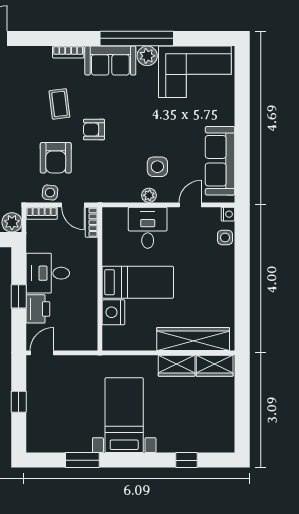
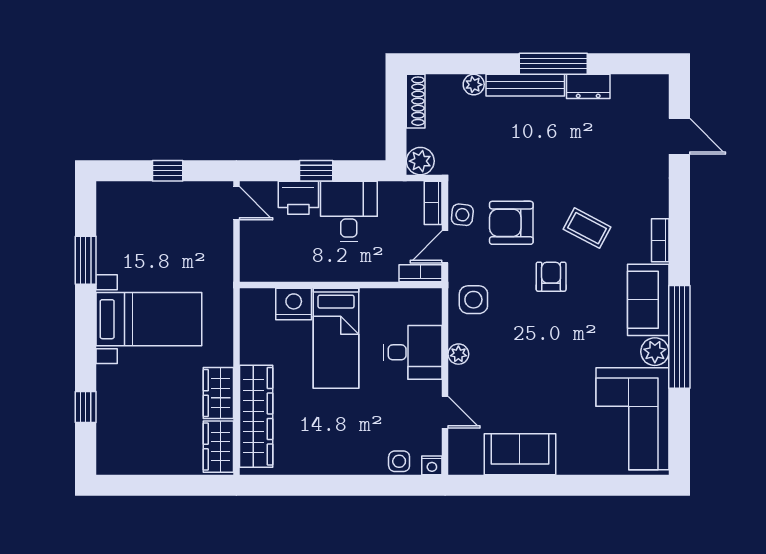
coffee table: (59, 104) -> (587, 228), turned 35
sofa: (220, 161) -> (520, 454), width x0.73
side table: (157, 167) -> (473, 300), moved

